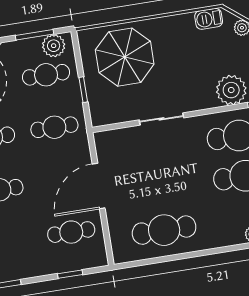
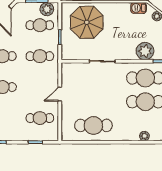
door: (99, 186) -> (60, 94), width x0.53

